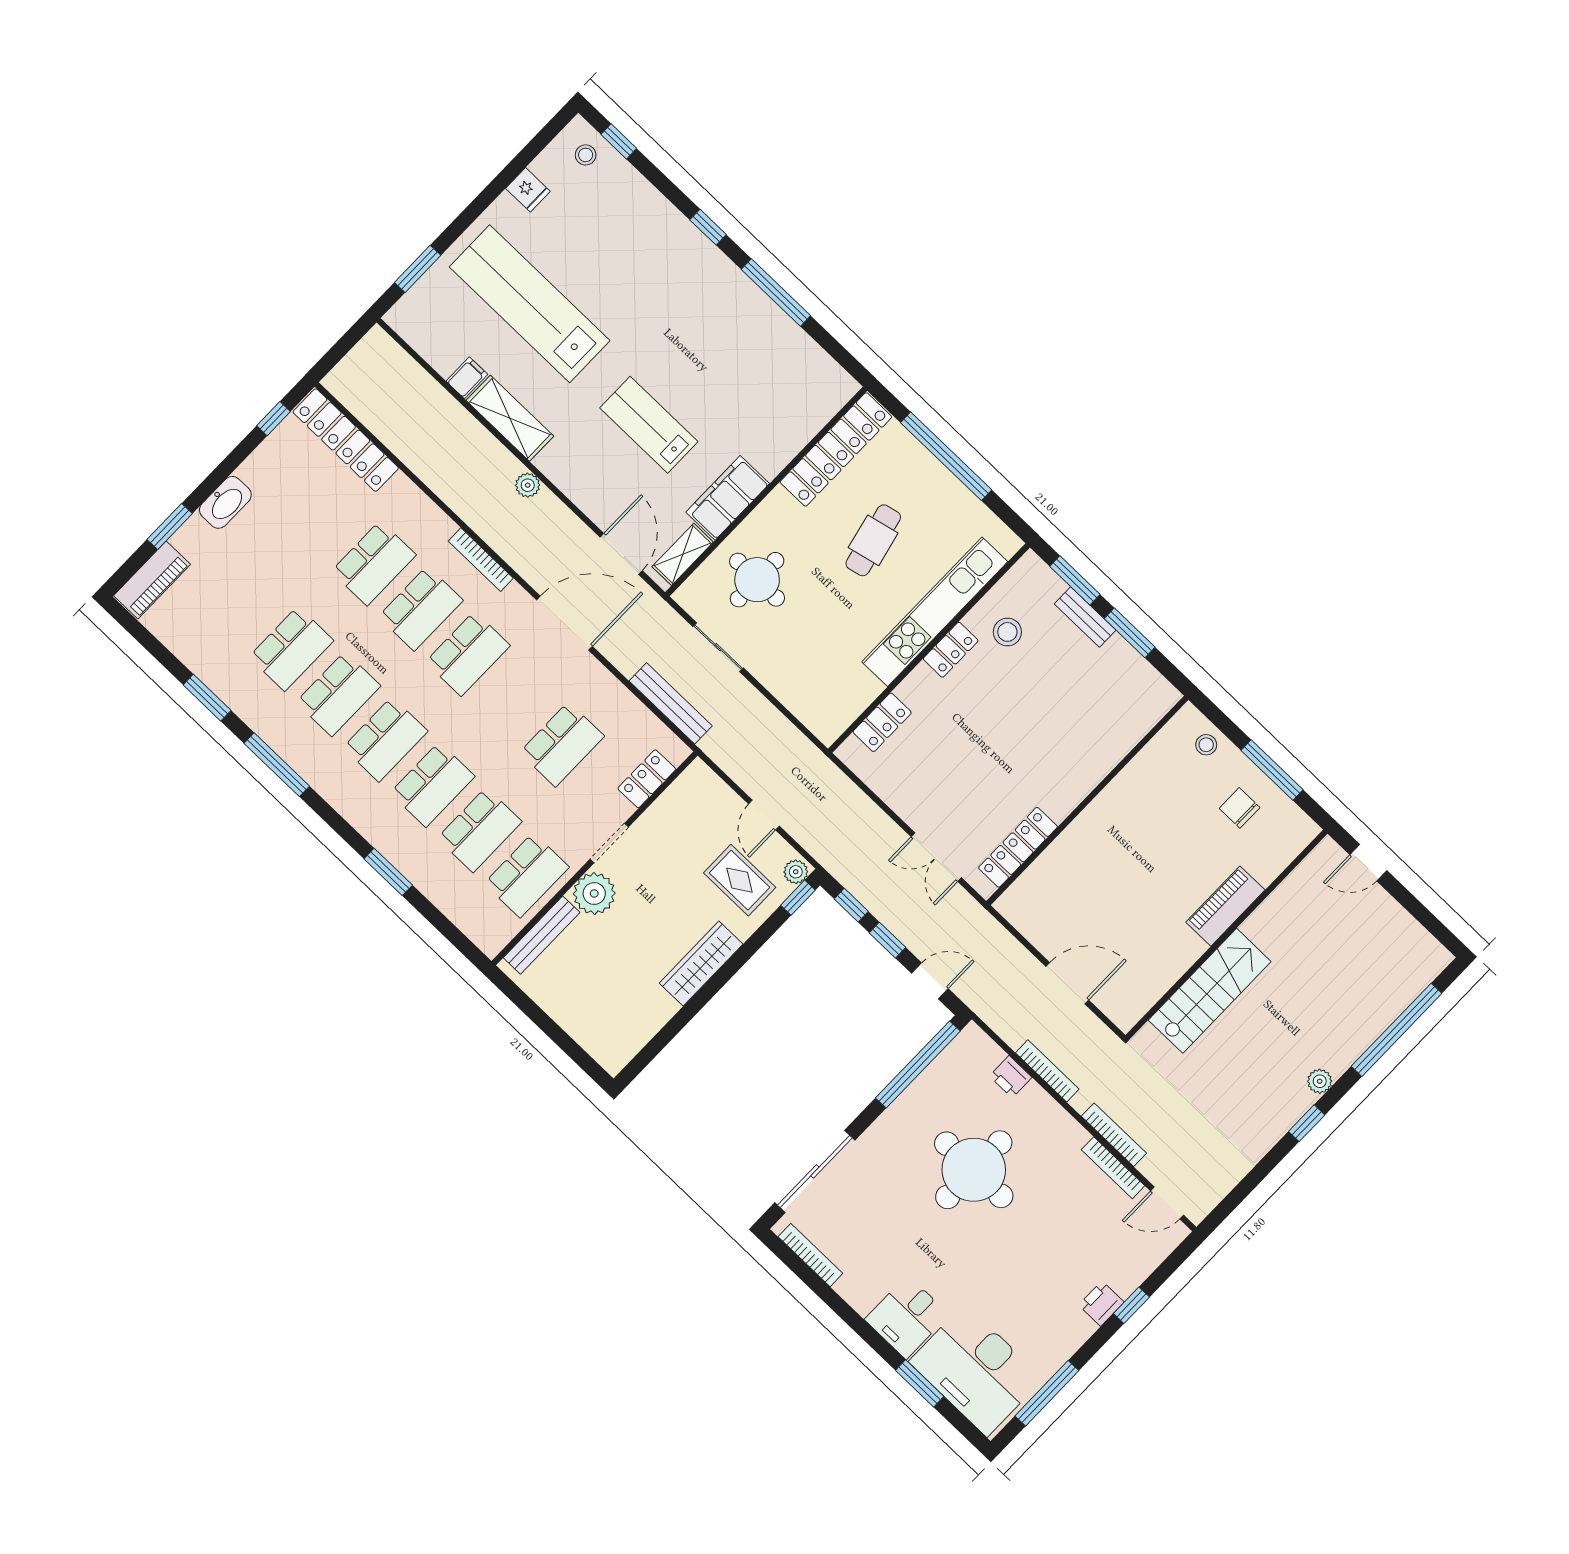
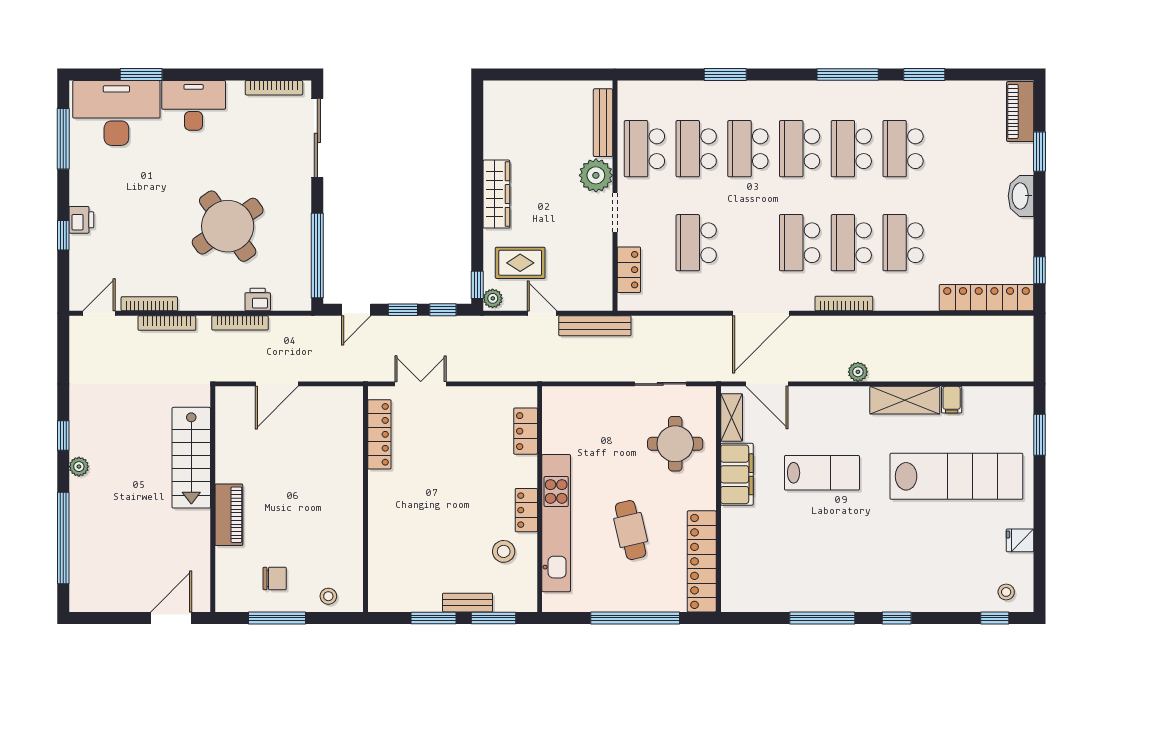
bench: (671, 703) -> (595, 326), moved
door: (1368, 863) -> (171, 618), width x1.38
round table: (974, 1170) -> (228, 226), turned -35
desk: (907, 1317) -> (194, 105), width x1.37

